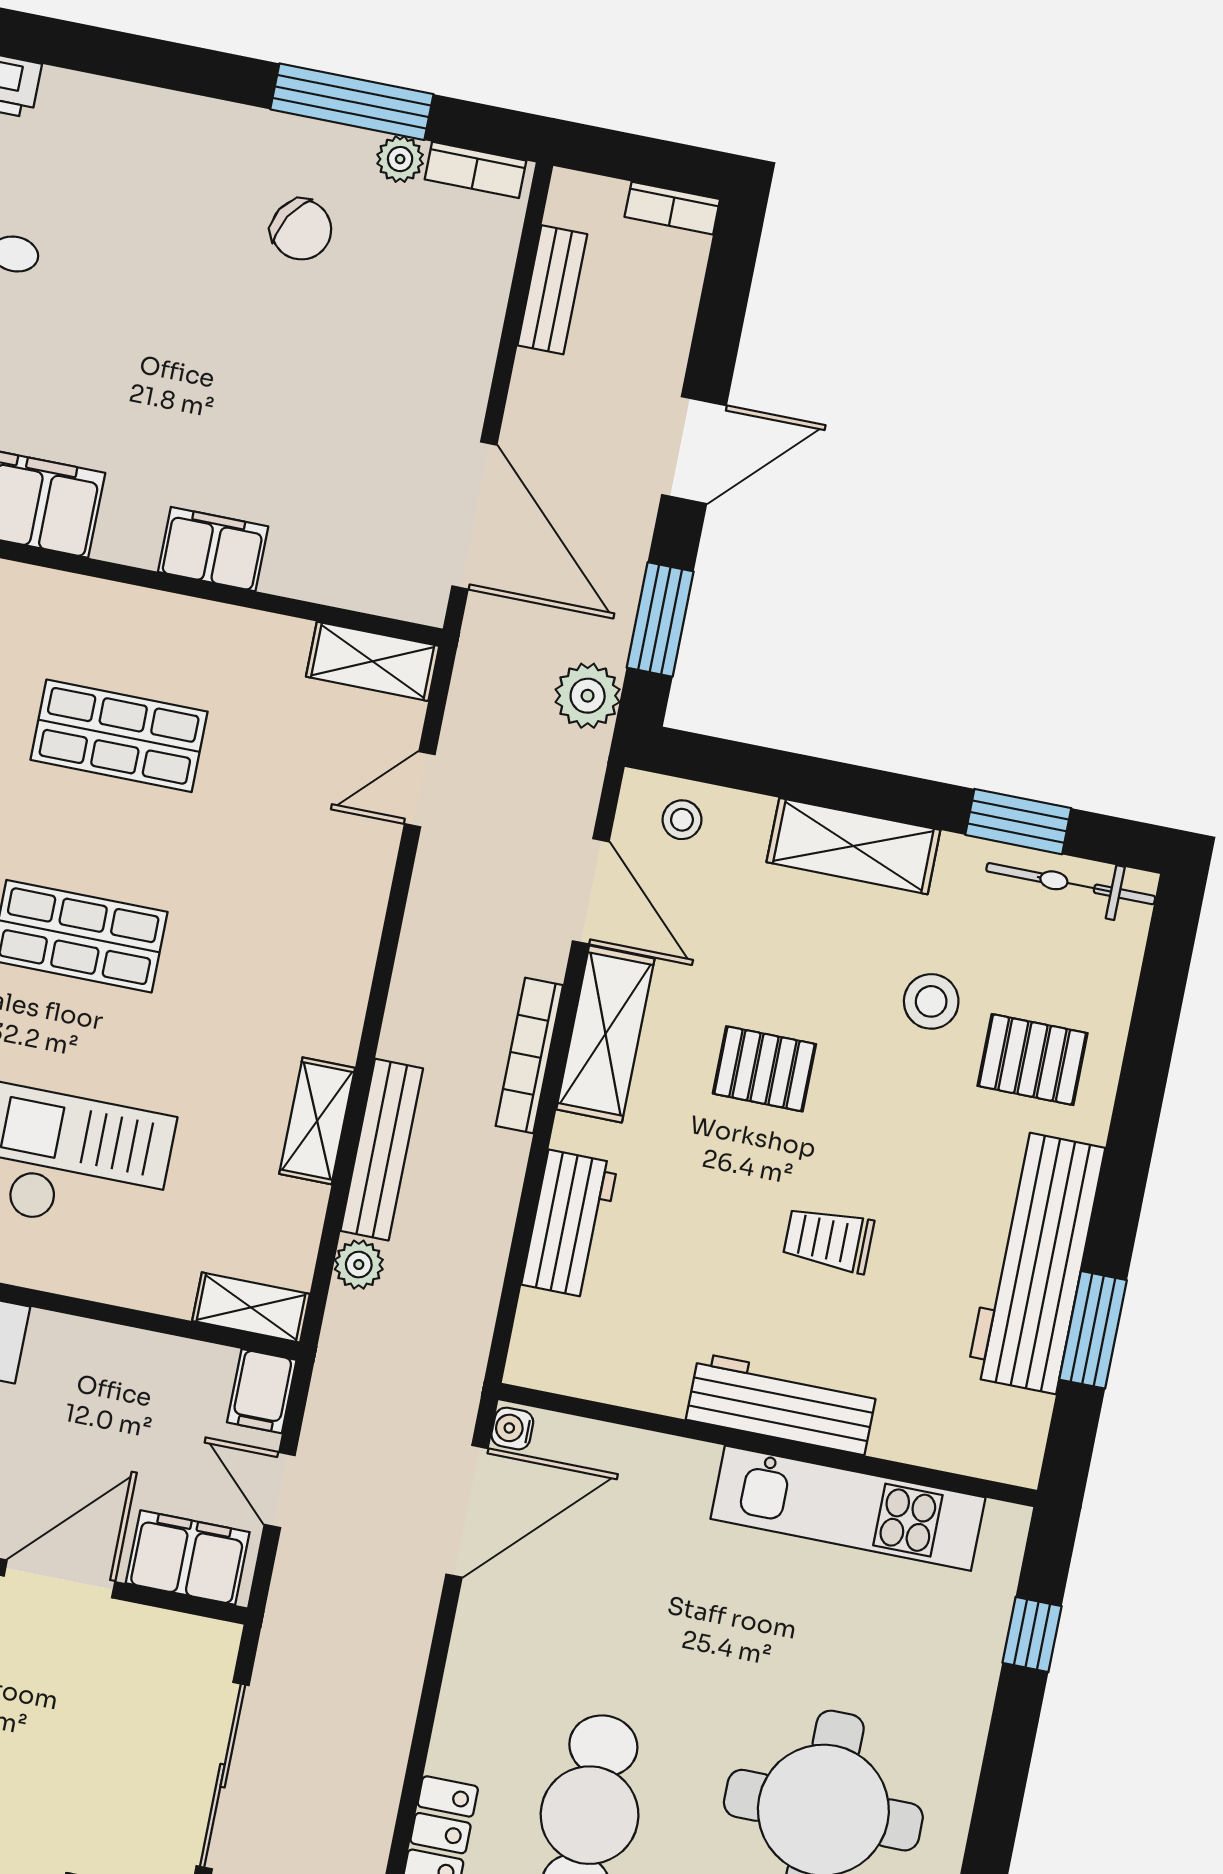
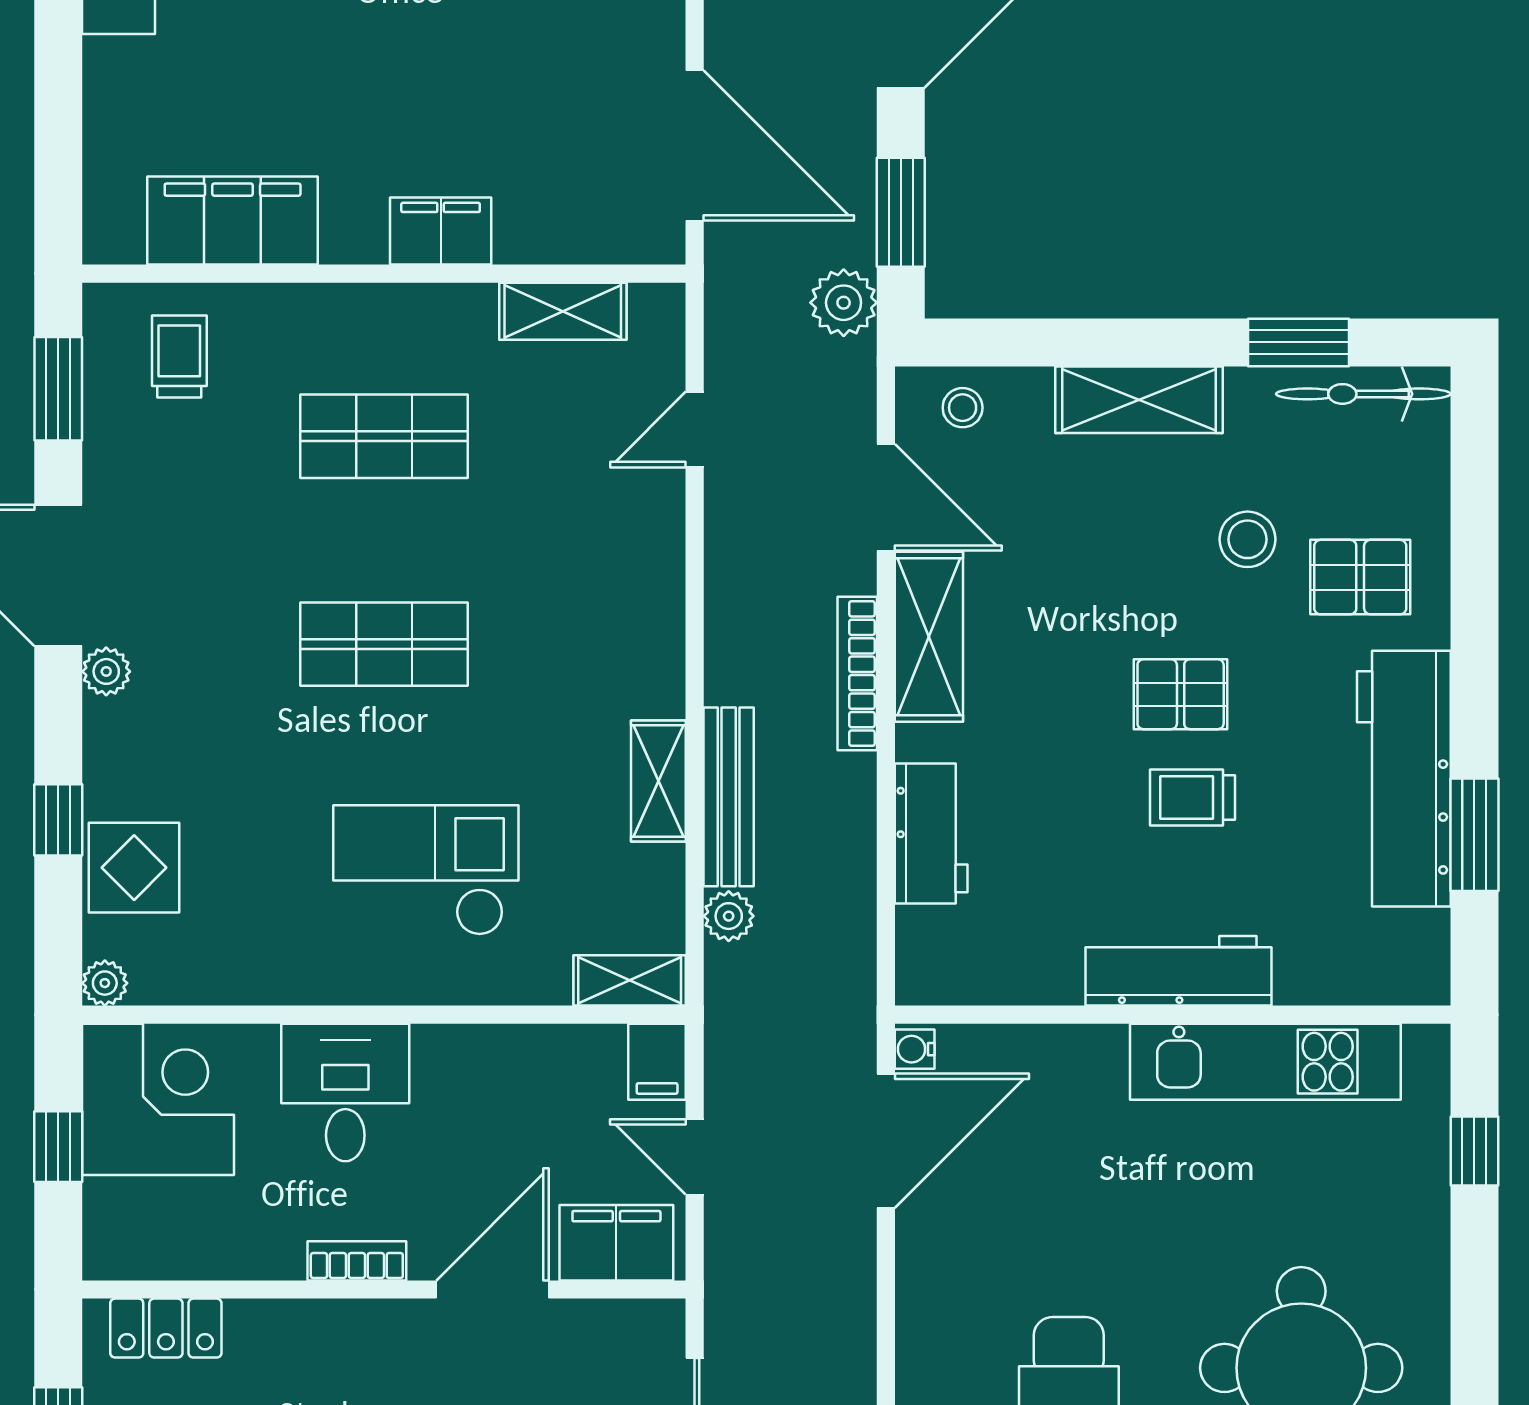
shelving: (373, 661) -> (563, 311), moved
pallet: (764, 1069) -> (1181, 694), moved

